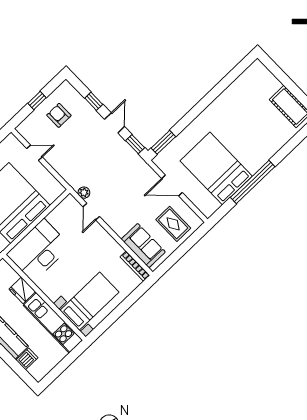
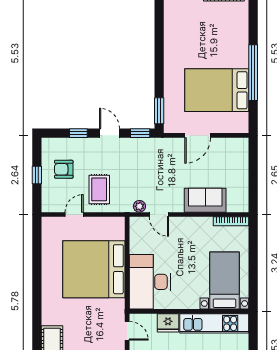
rug: (173, 224) -> (99, 189), moved, turned 90
sofa: (143, 246) -> (205, 200), moved

